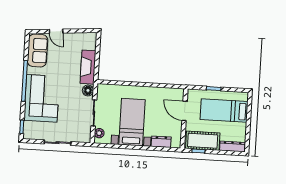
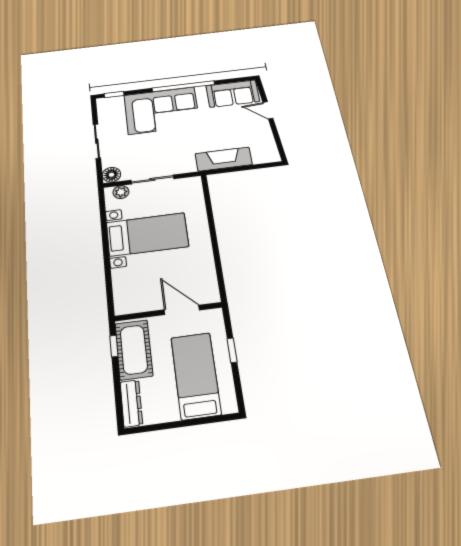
door: (56, 31) -> (268, 110), hinge flipped
floor lamp: (88, 90) -> (111, 175), moved
door: (185, 111) -> (182, 310), hinge flipped
dresser: (161, 142) -> (121, 283), removed

